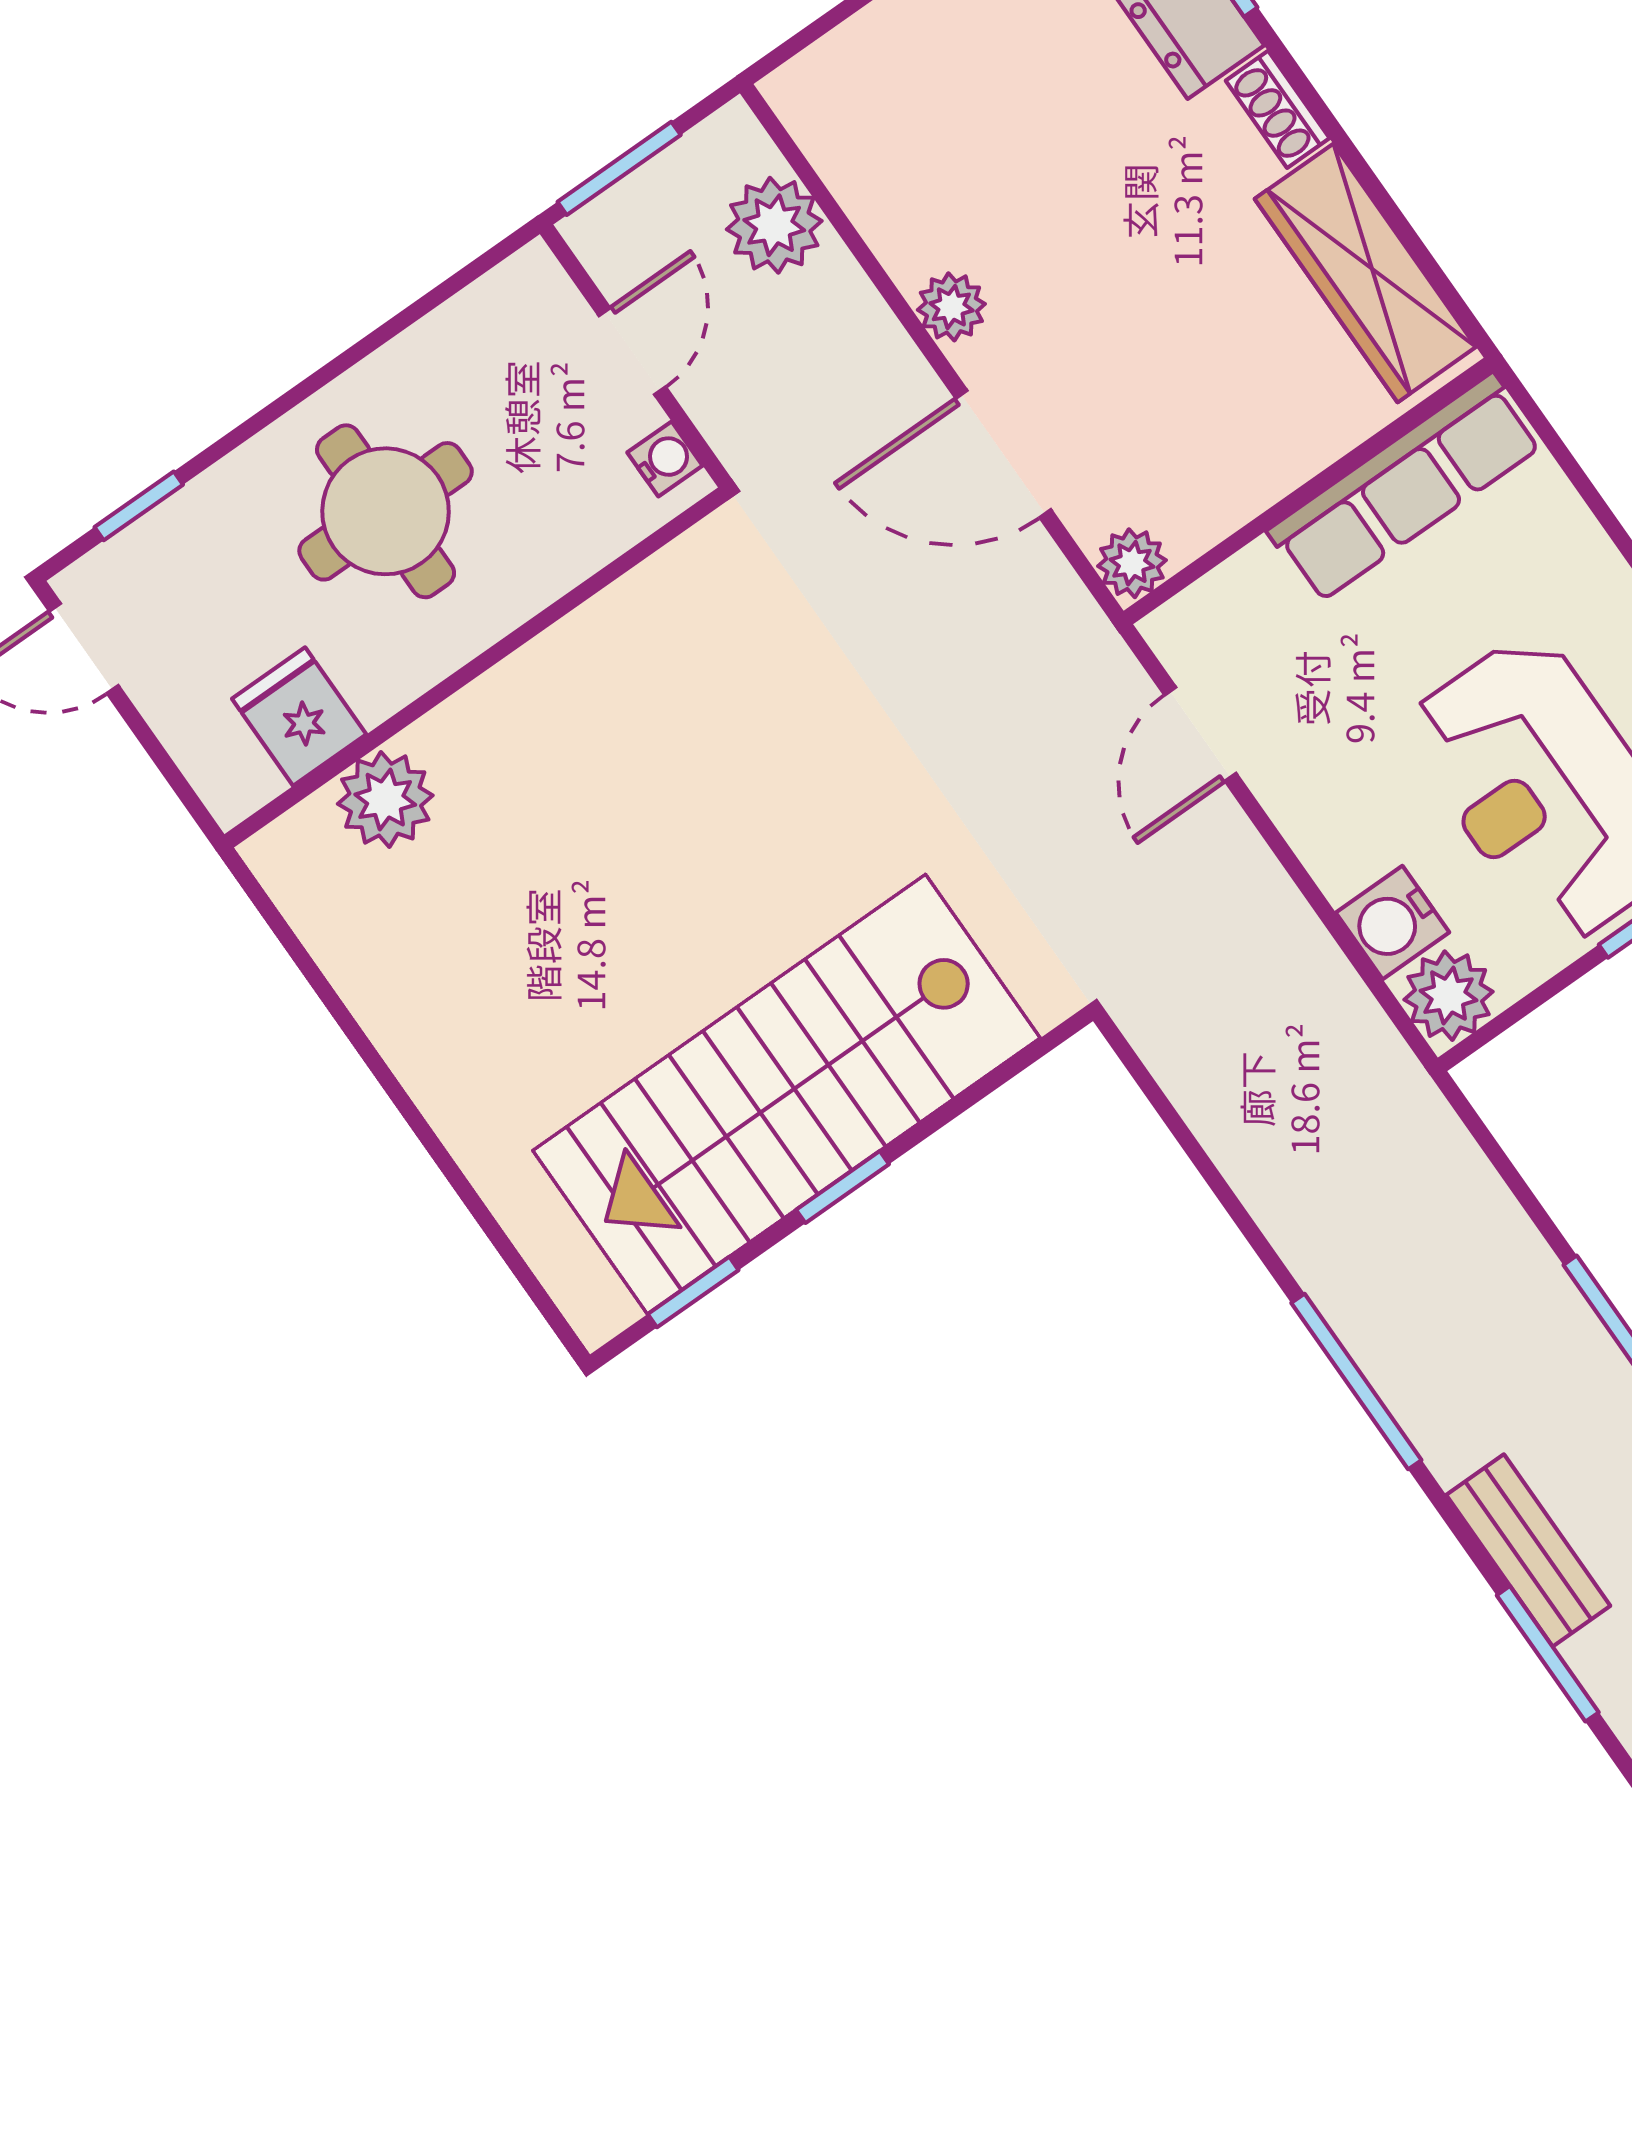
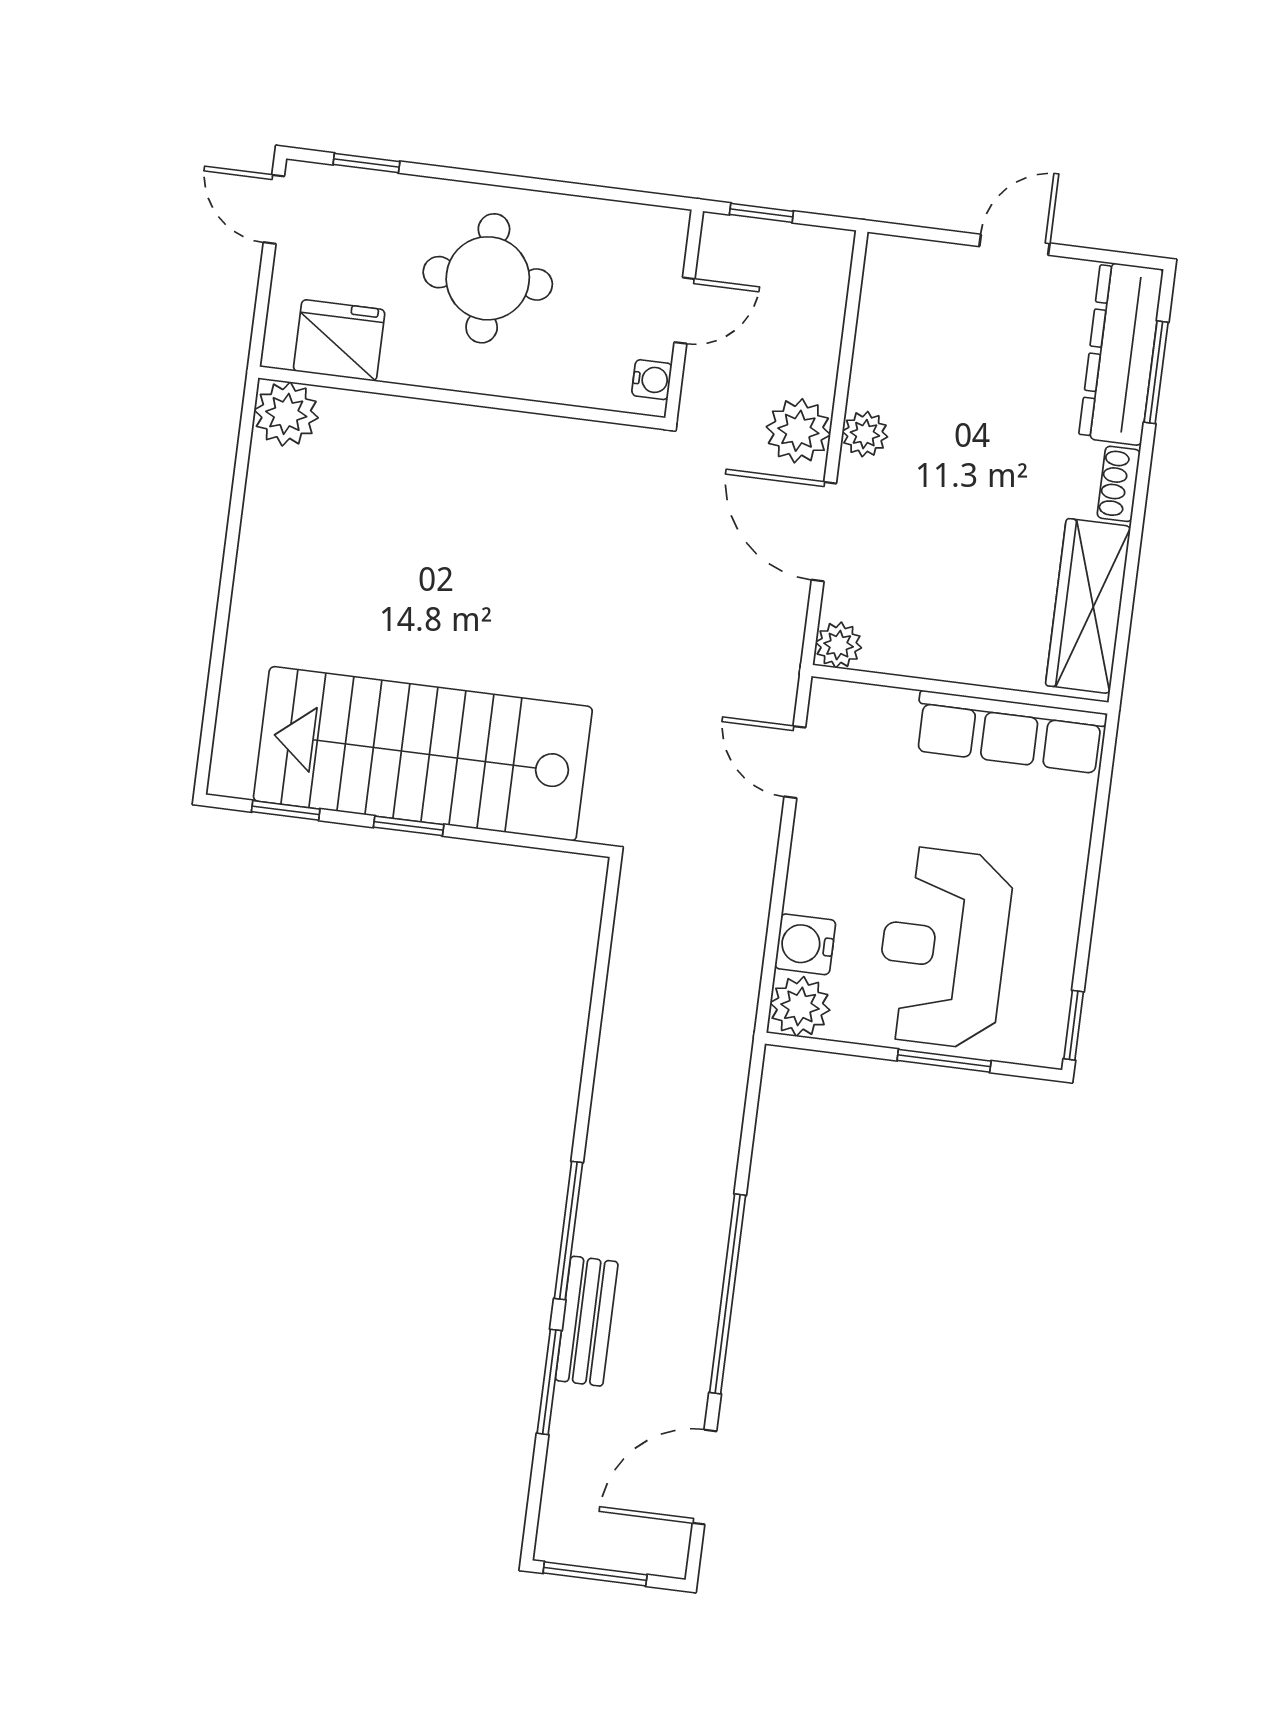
window: (619, 168) -> (761, 213), width x0.67
plant: (774, 225) -> (798, 431), moved
fridge: (299, 717) -> (339, 340), width x1.38
door: (1200, 734) -> (795, 762), hinge flipped
plant: (385, 800) -> (286, 414), moved
window: (1356, 1382) -> (568, 1231), moved

